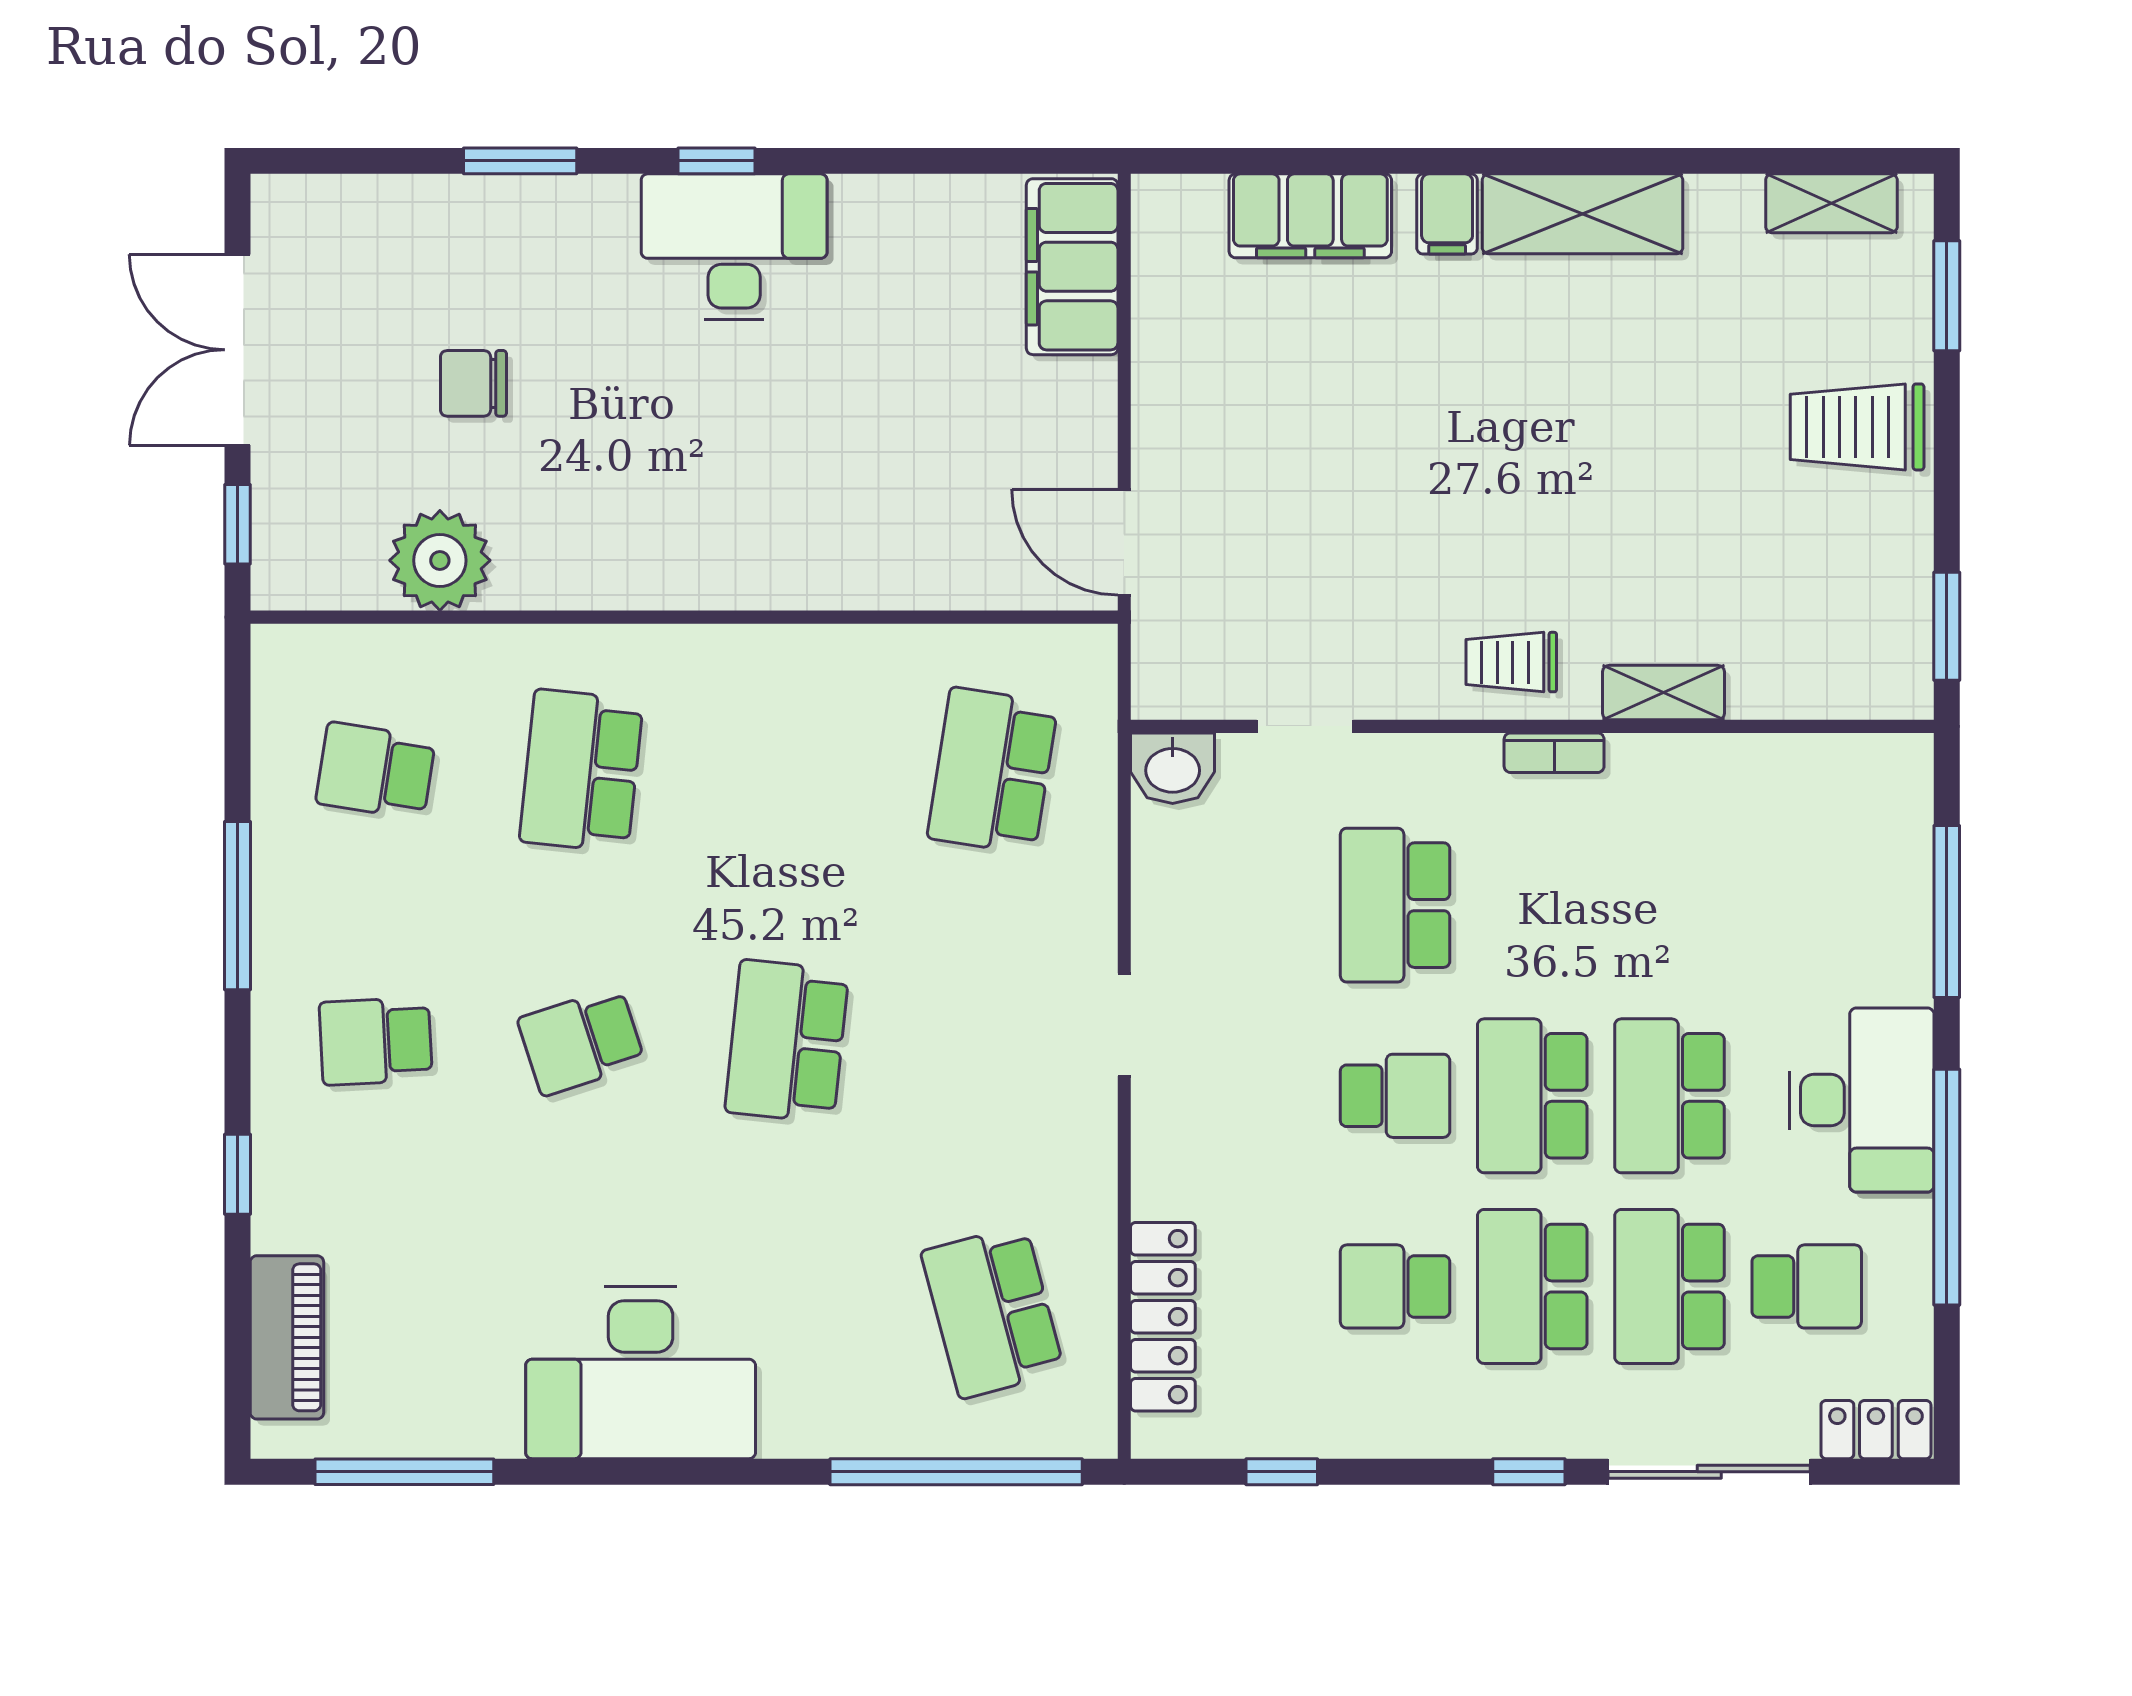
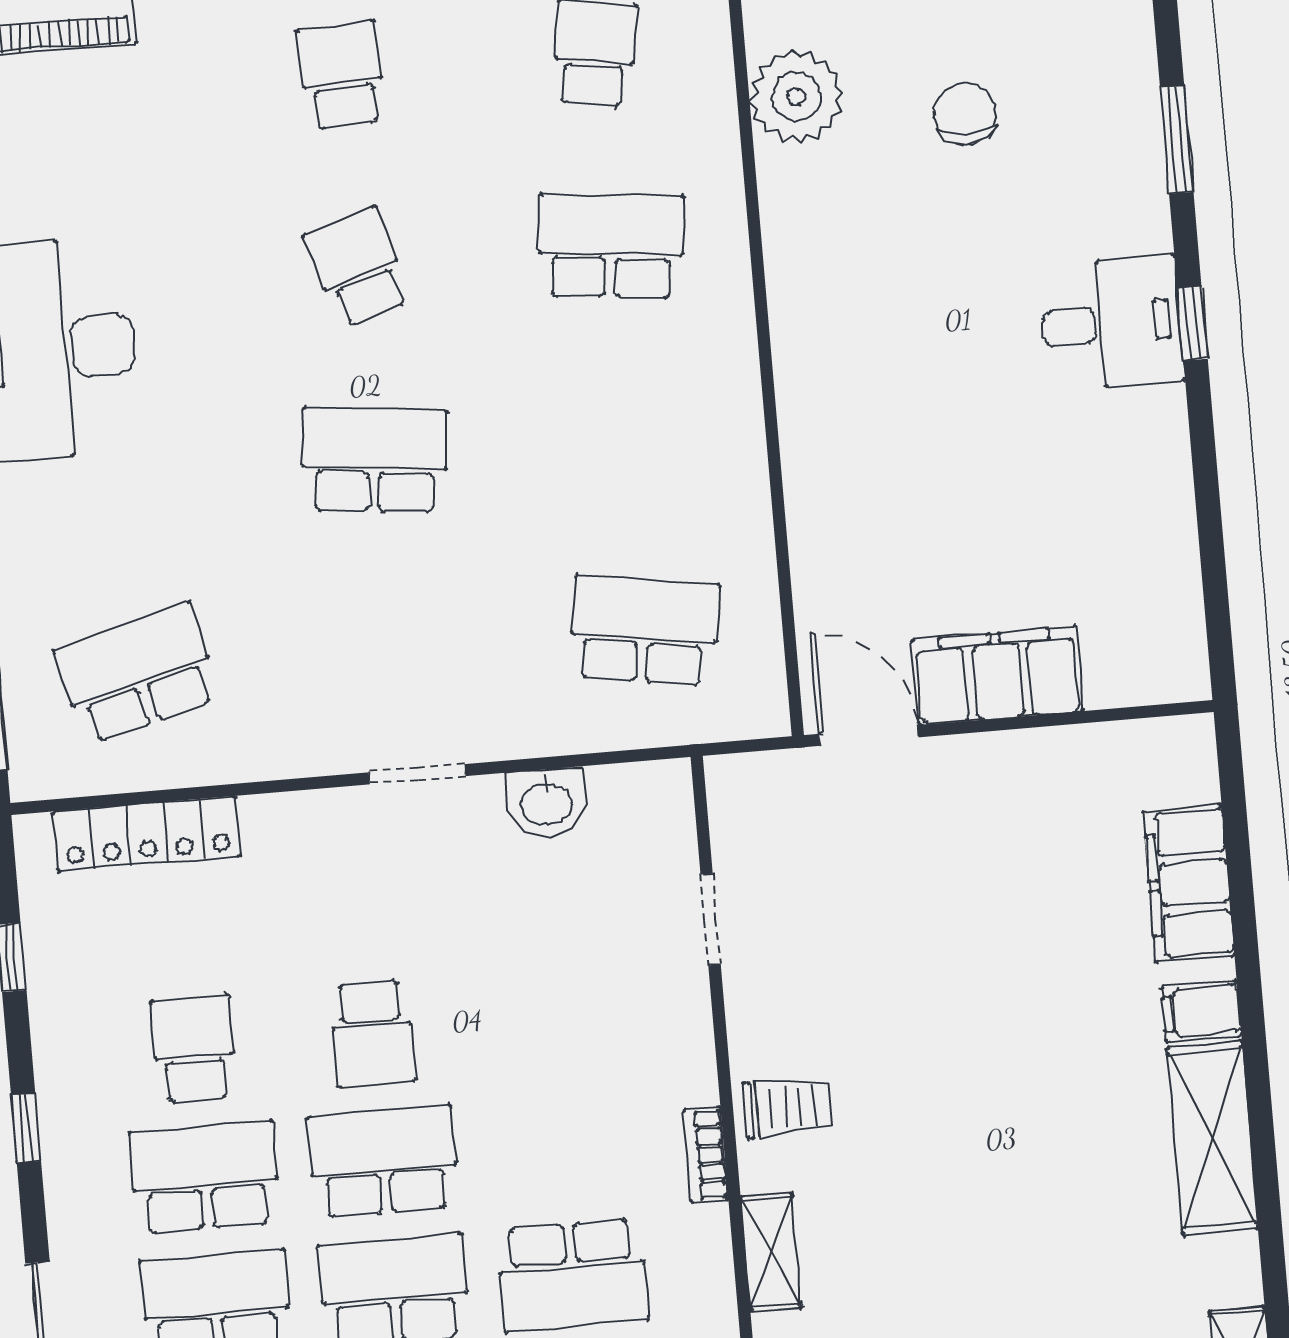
desk: (734, 247) -> (1112, 323), width x0.73
filing cabinet: (1072, 267) -> (997, 675), moved
door: (1124, 542) -> (868, 736), hinge flipped
trolley: (1511, 662) -> (787, 1107), turned 90
washbasin: (1173, 768) -> (546, 803), moved, turned -90
school desk: (1395, 905) -> (573, 1275), moved, turned 180
window: (1529, 1472) -> (26, 1128), moved

